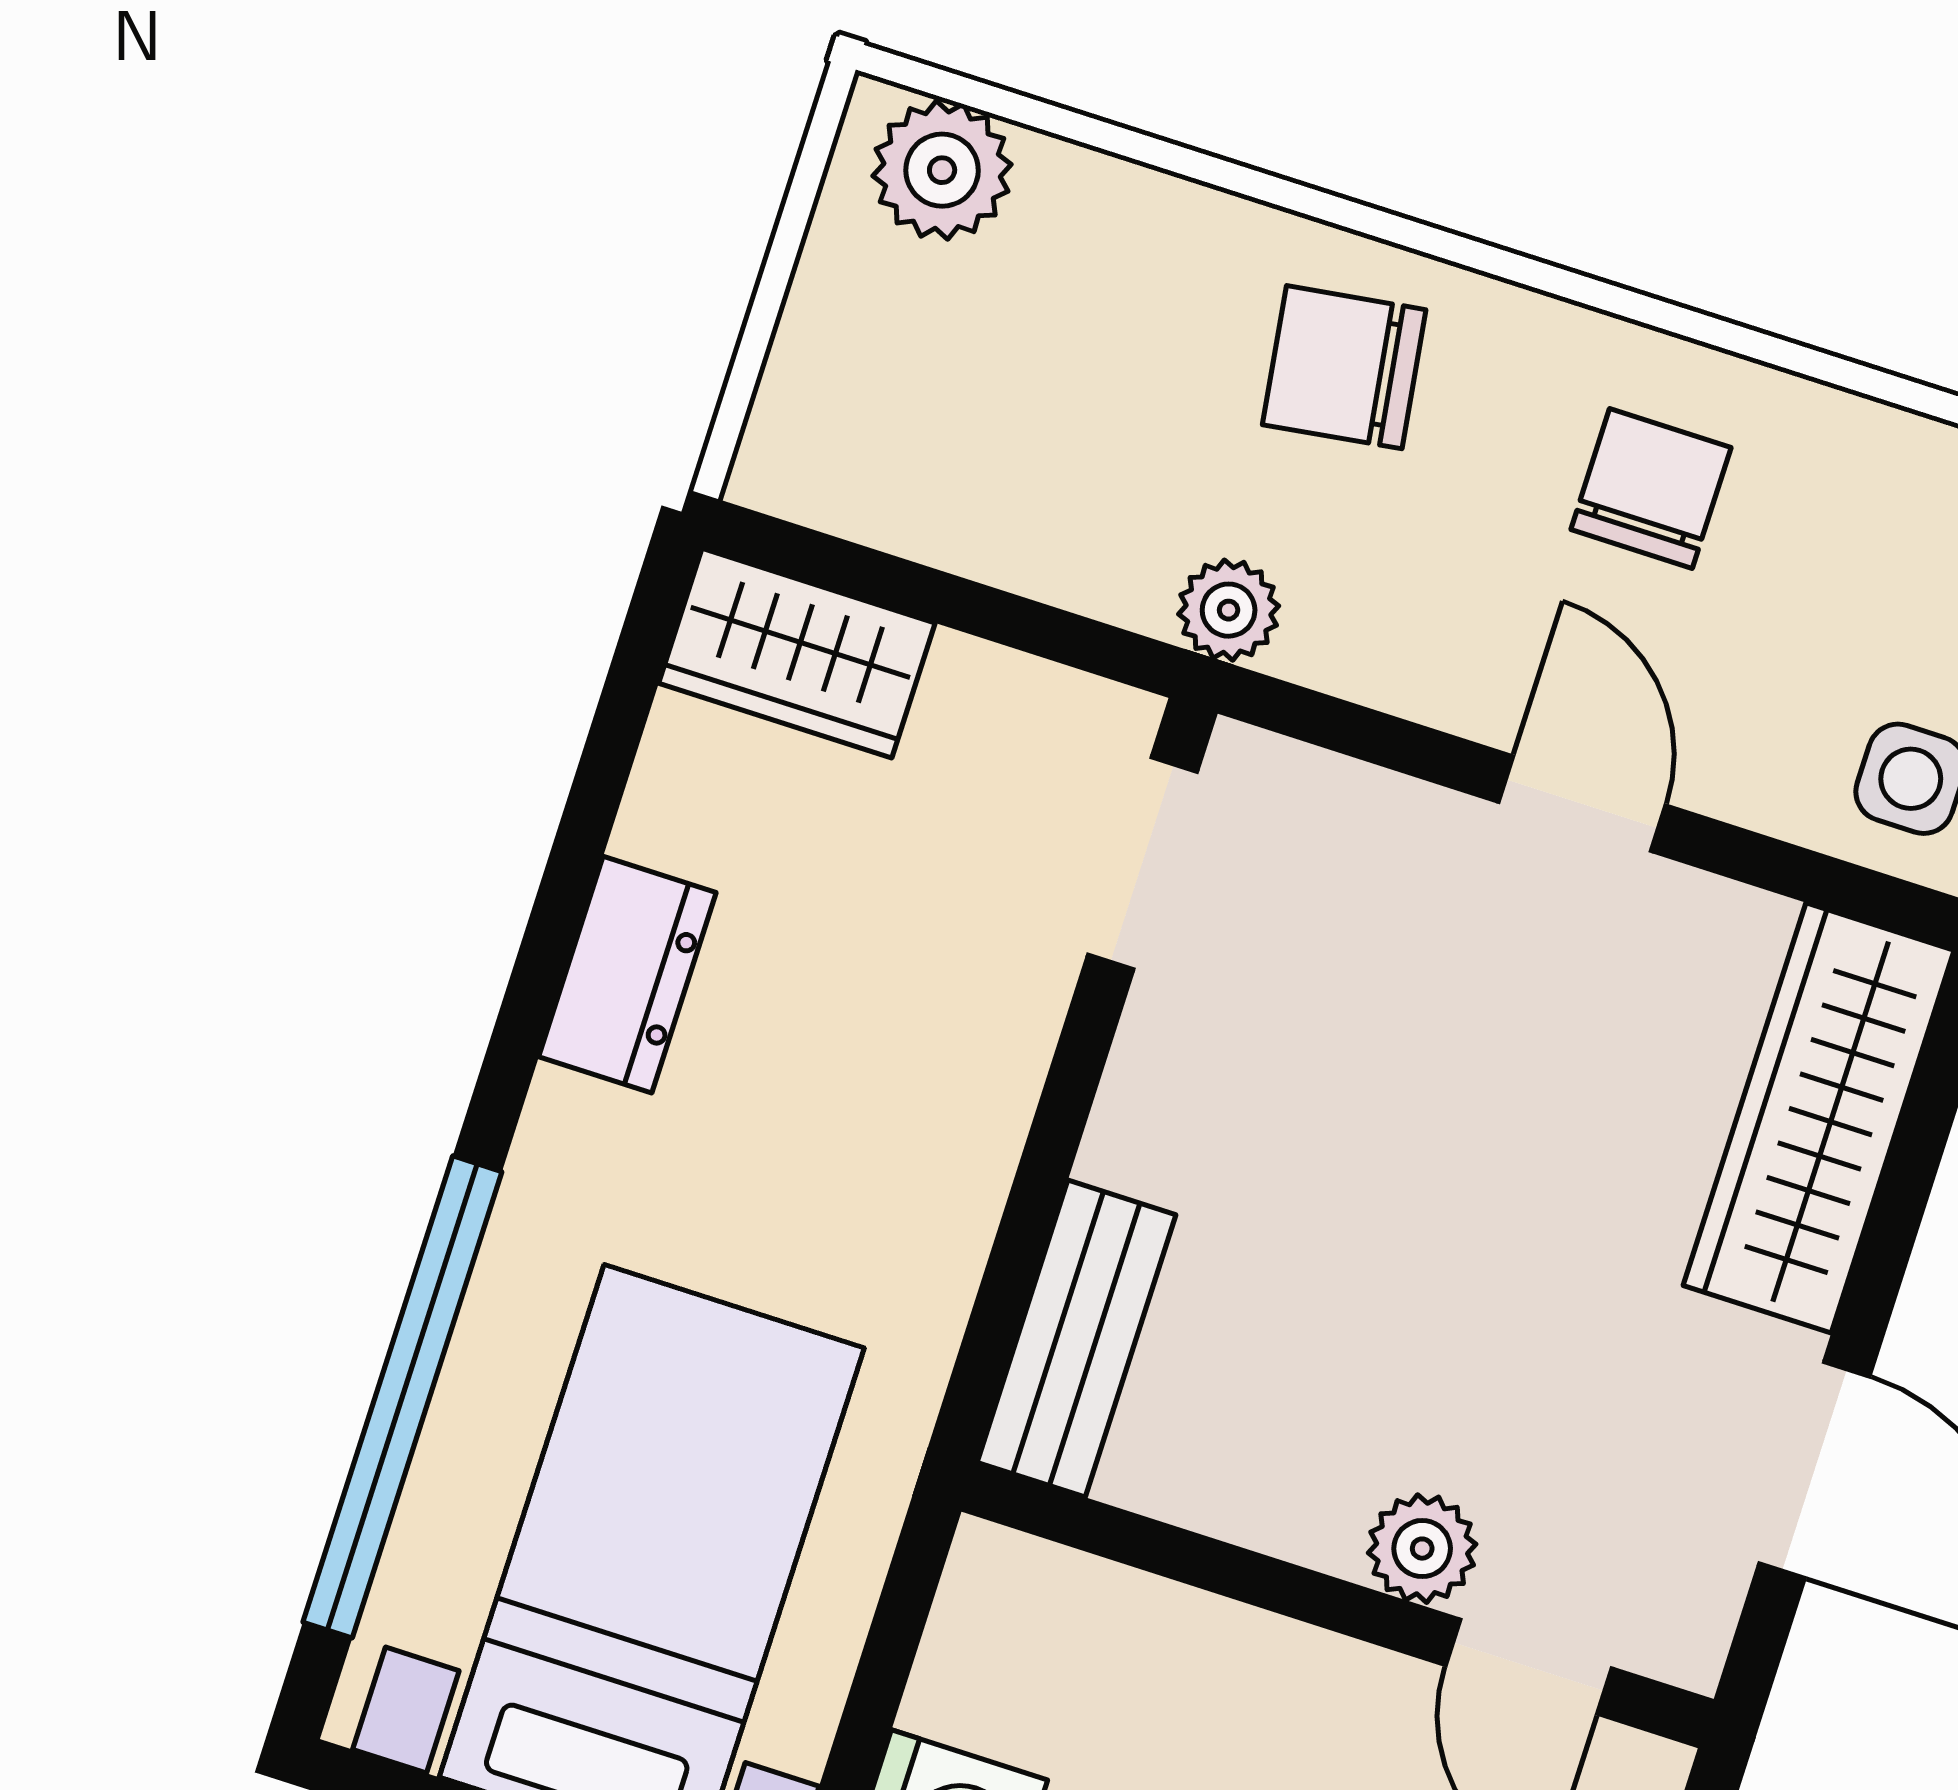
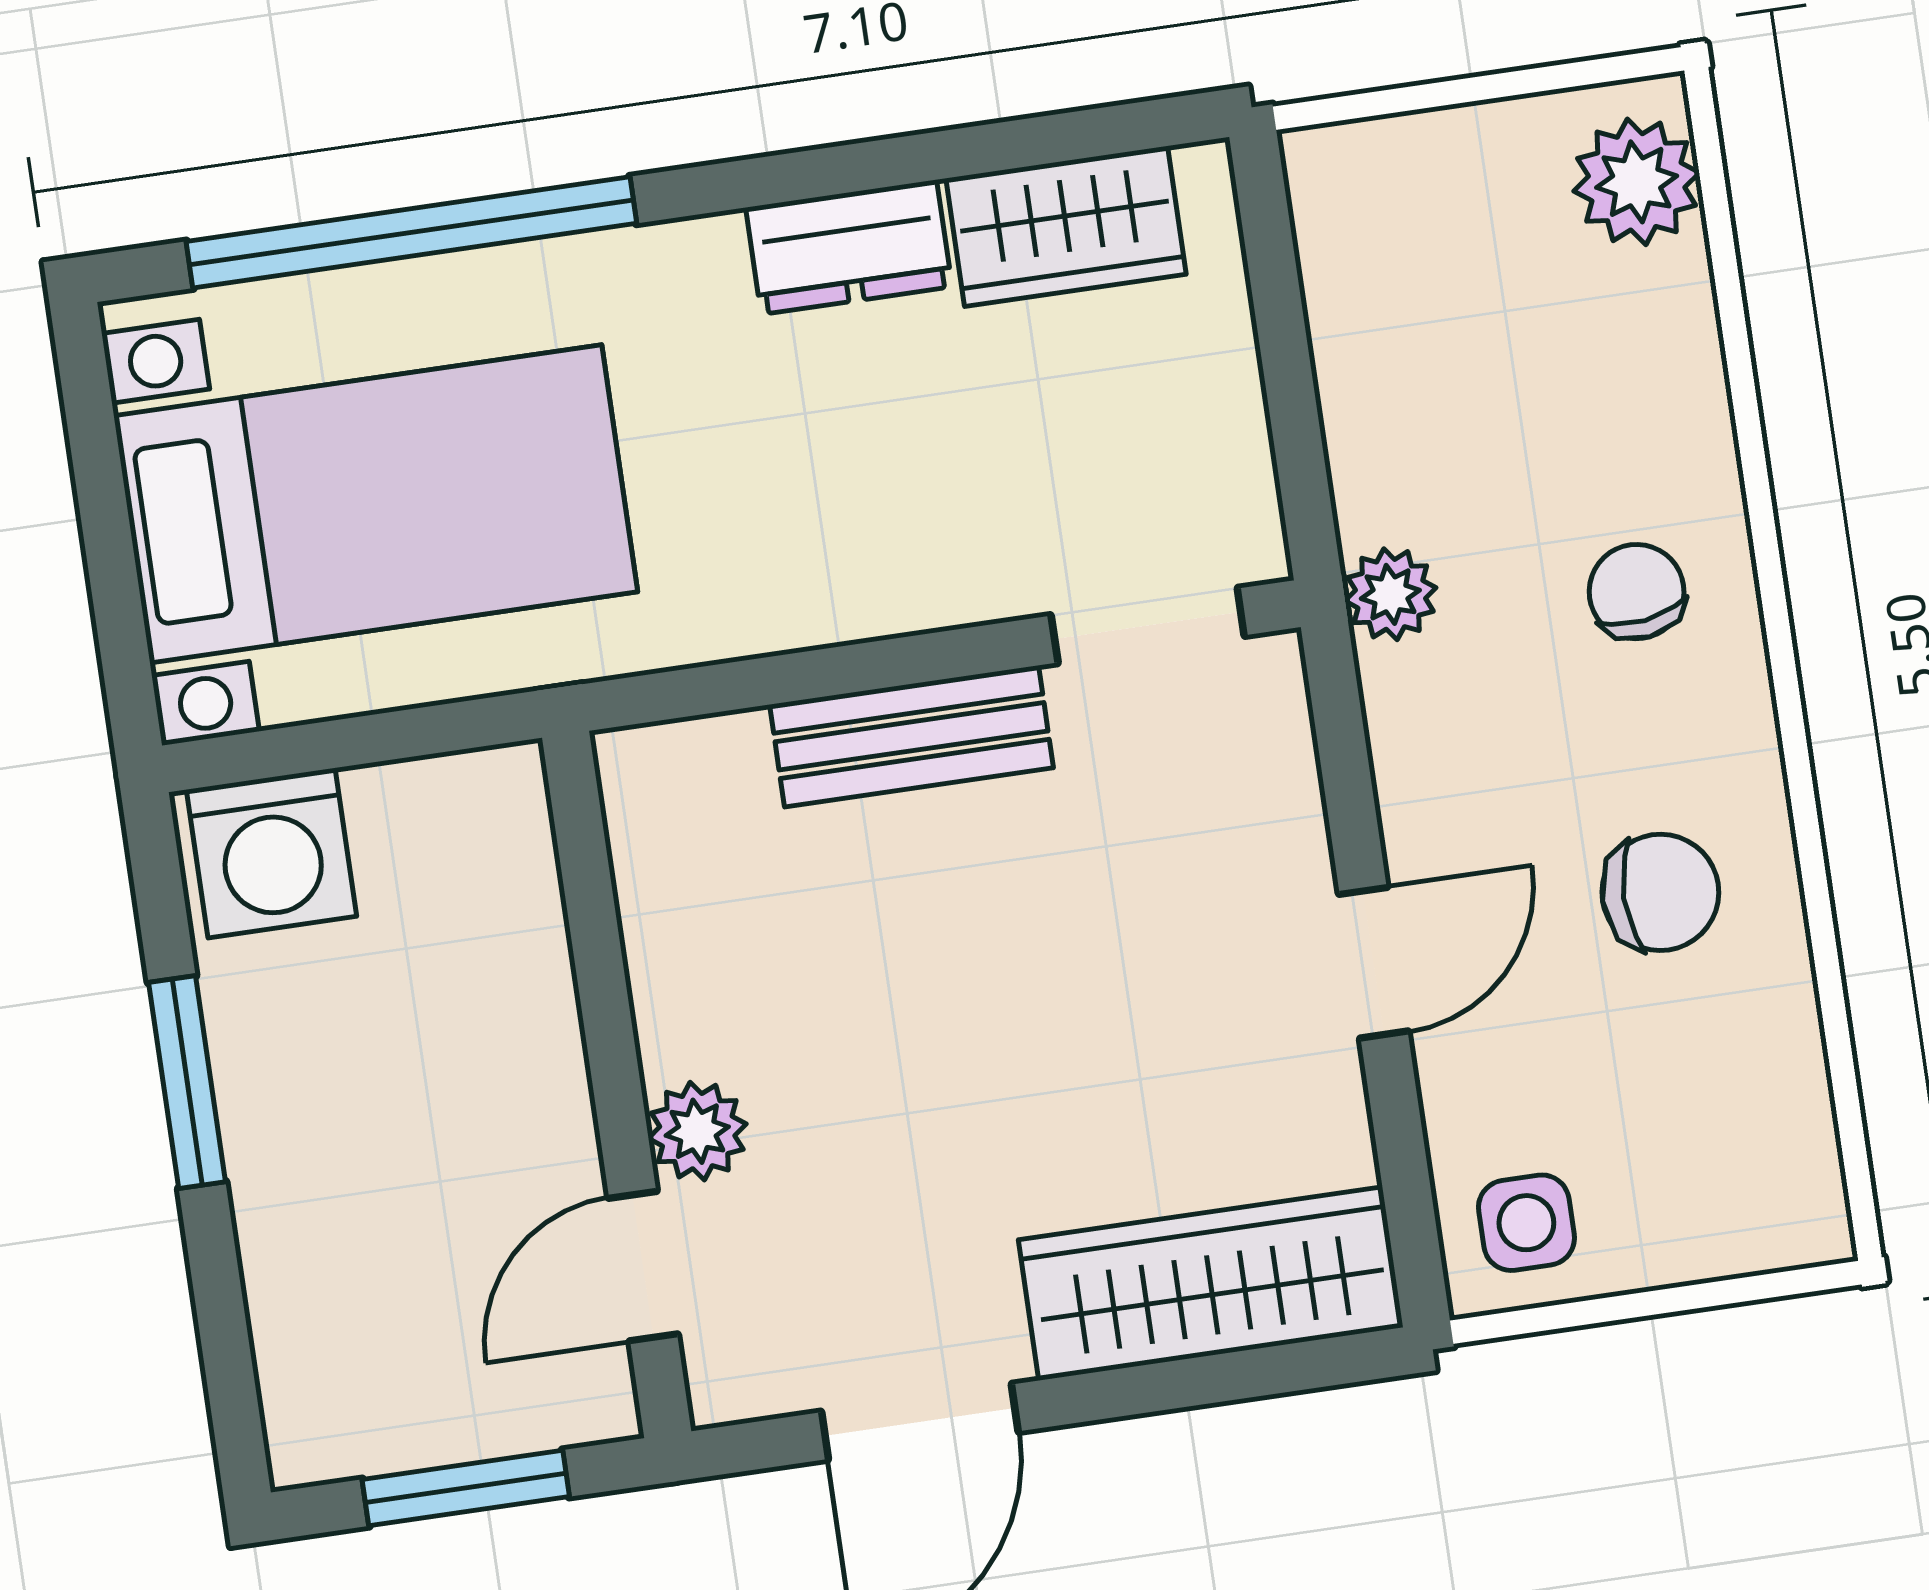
chair: (1344, 367) -> (1637, 592), width x0.73, depth x0.73
wardrobe: (797, 653) -> (1066, 226), moved, turned -90
bench: (1077, 1339) -> (911, 736), moved

